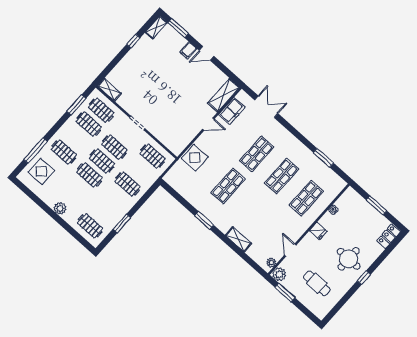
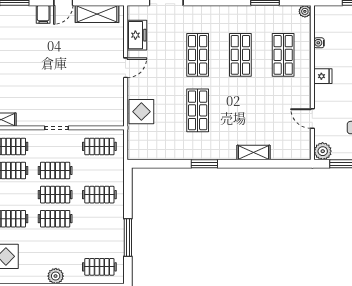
shelving: (224, 95) -> (97, 14), moved, turned 90
window: (122, 223) -> (128, 237), width x1.44
plant: (271, 263) -> (305, 11), moved

